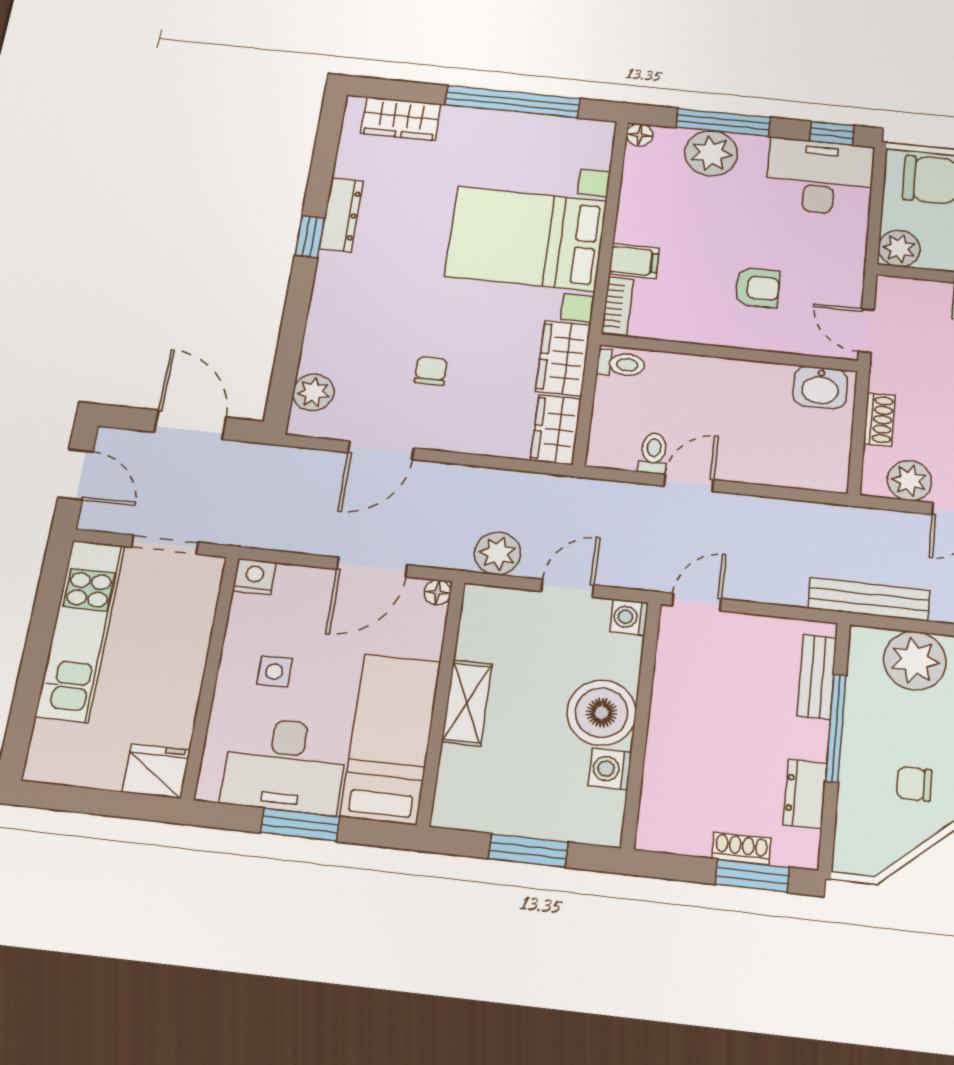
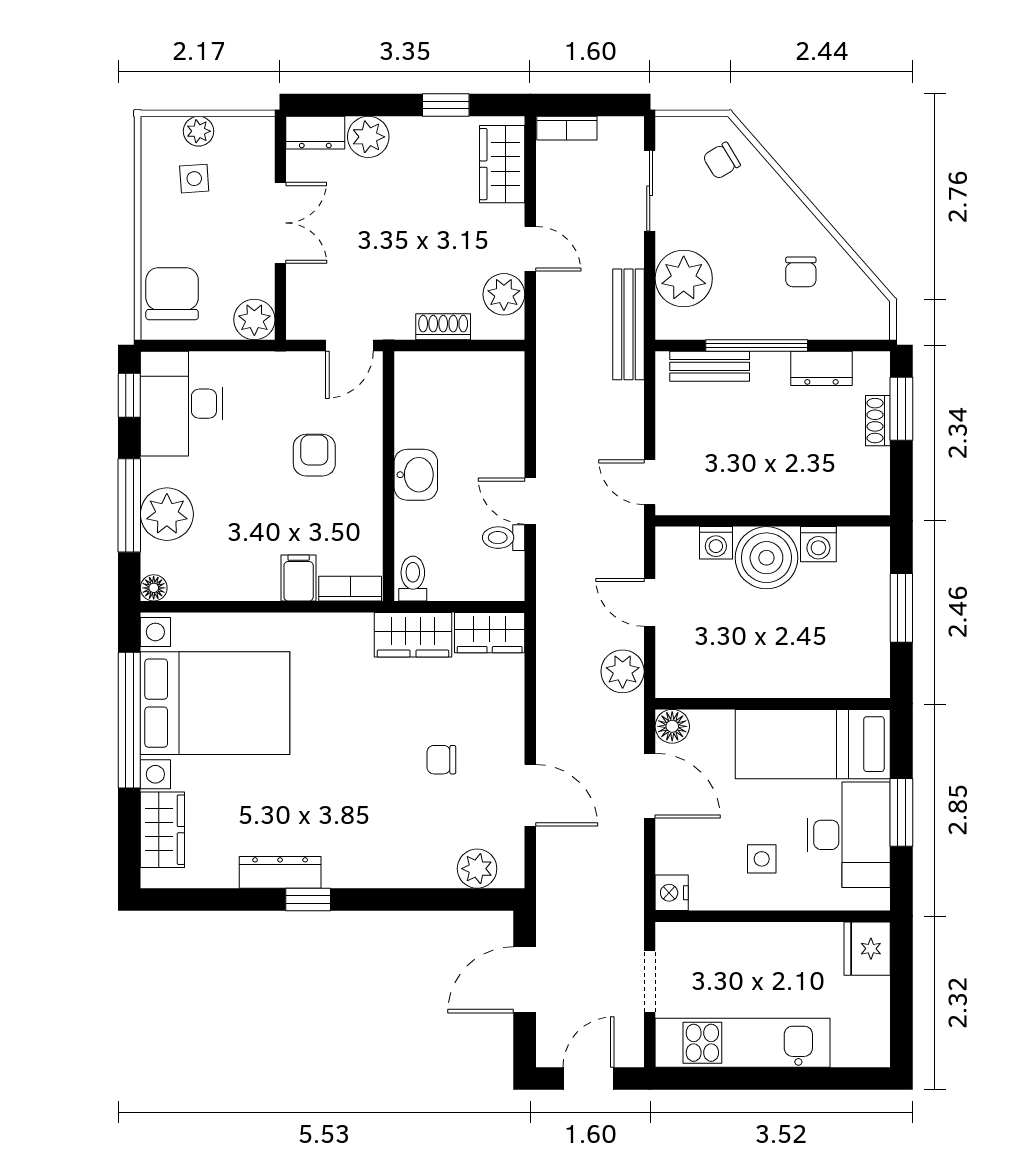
bed with nightstands: (526, 239) -> (215, 703), moved, turned -90
washbasin: (820, 387) -> (416, 475), moved
floor lamp: (438, 592) -> (672, 726), width x1.37, depth x1.37
washing machine: (629, 617) -> (716, 543), moved
shelving: (467, 703) -> (771, 680), removed

